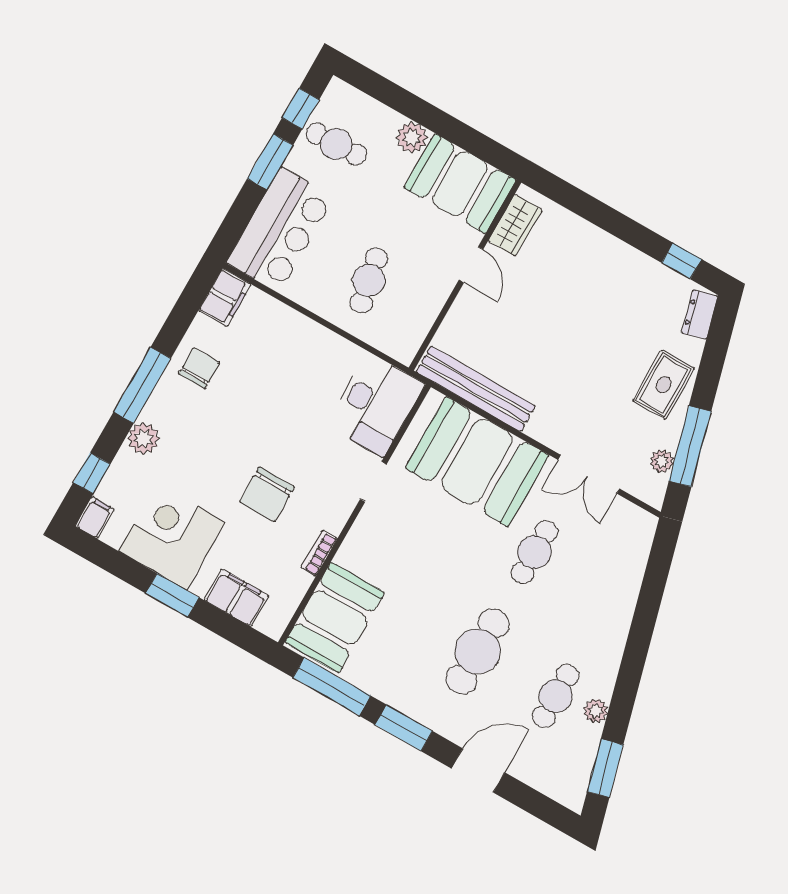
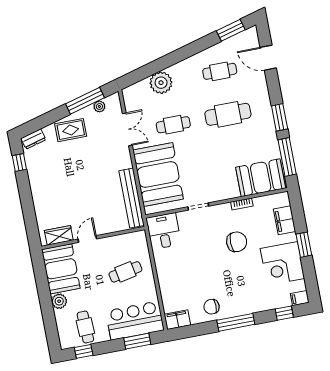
window: (270, 162) -> (137, 341), moved
desk: (376, 405) -> (164, 231), width x0.73
plant: (143, 439) -> (255, 305), removed
plant: (596, 711) -> (161, 83), moved, width x1.88, depth x1.88
door: (478, 770) -> (268, 58), moved

